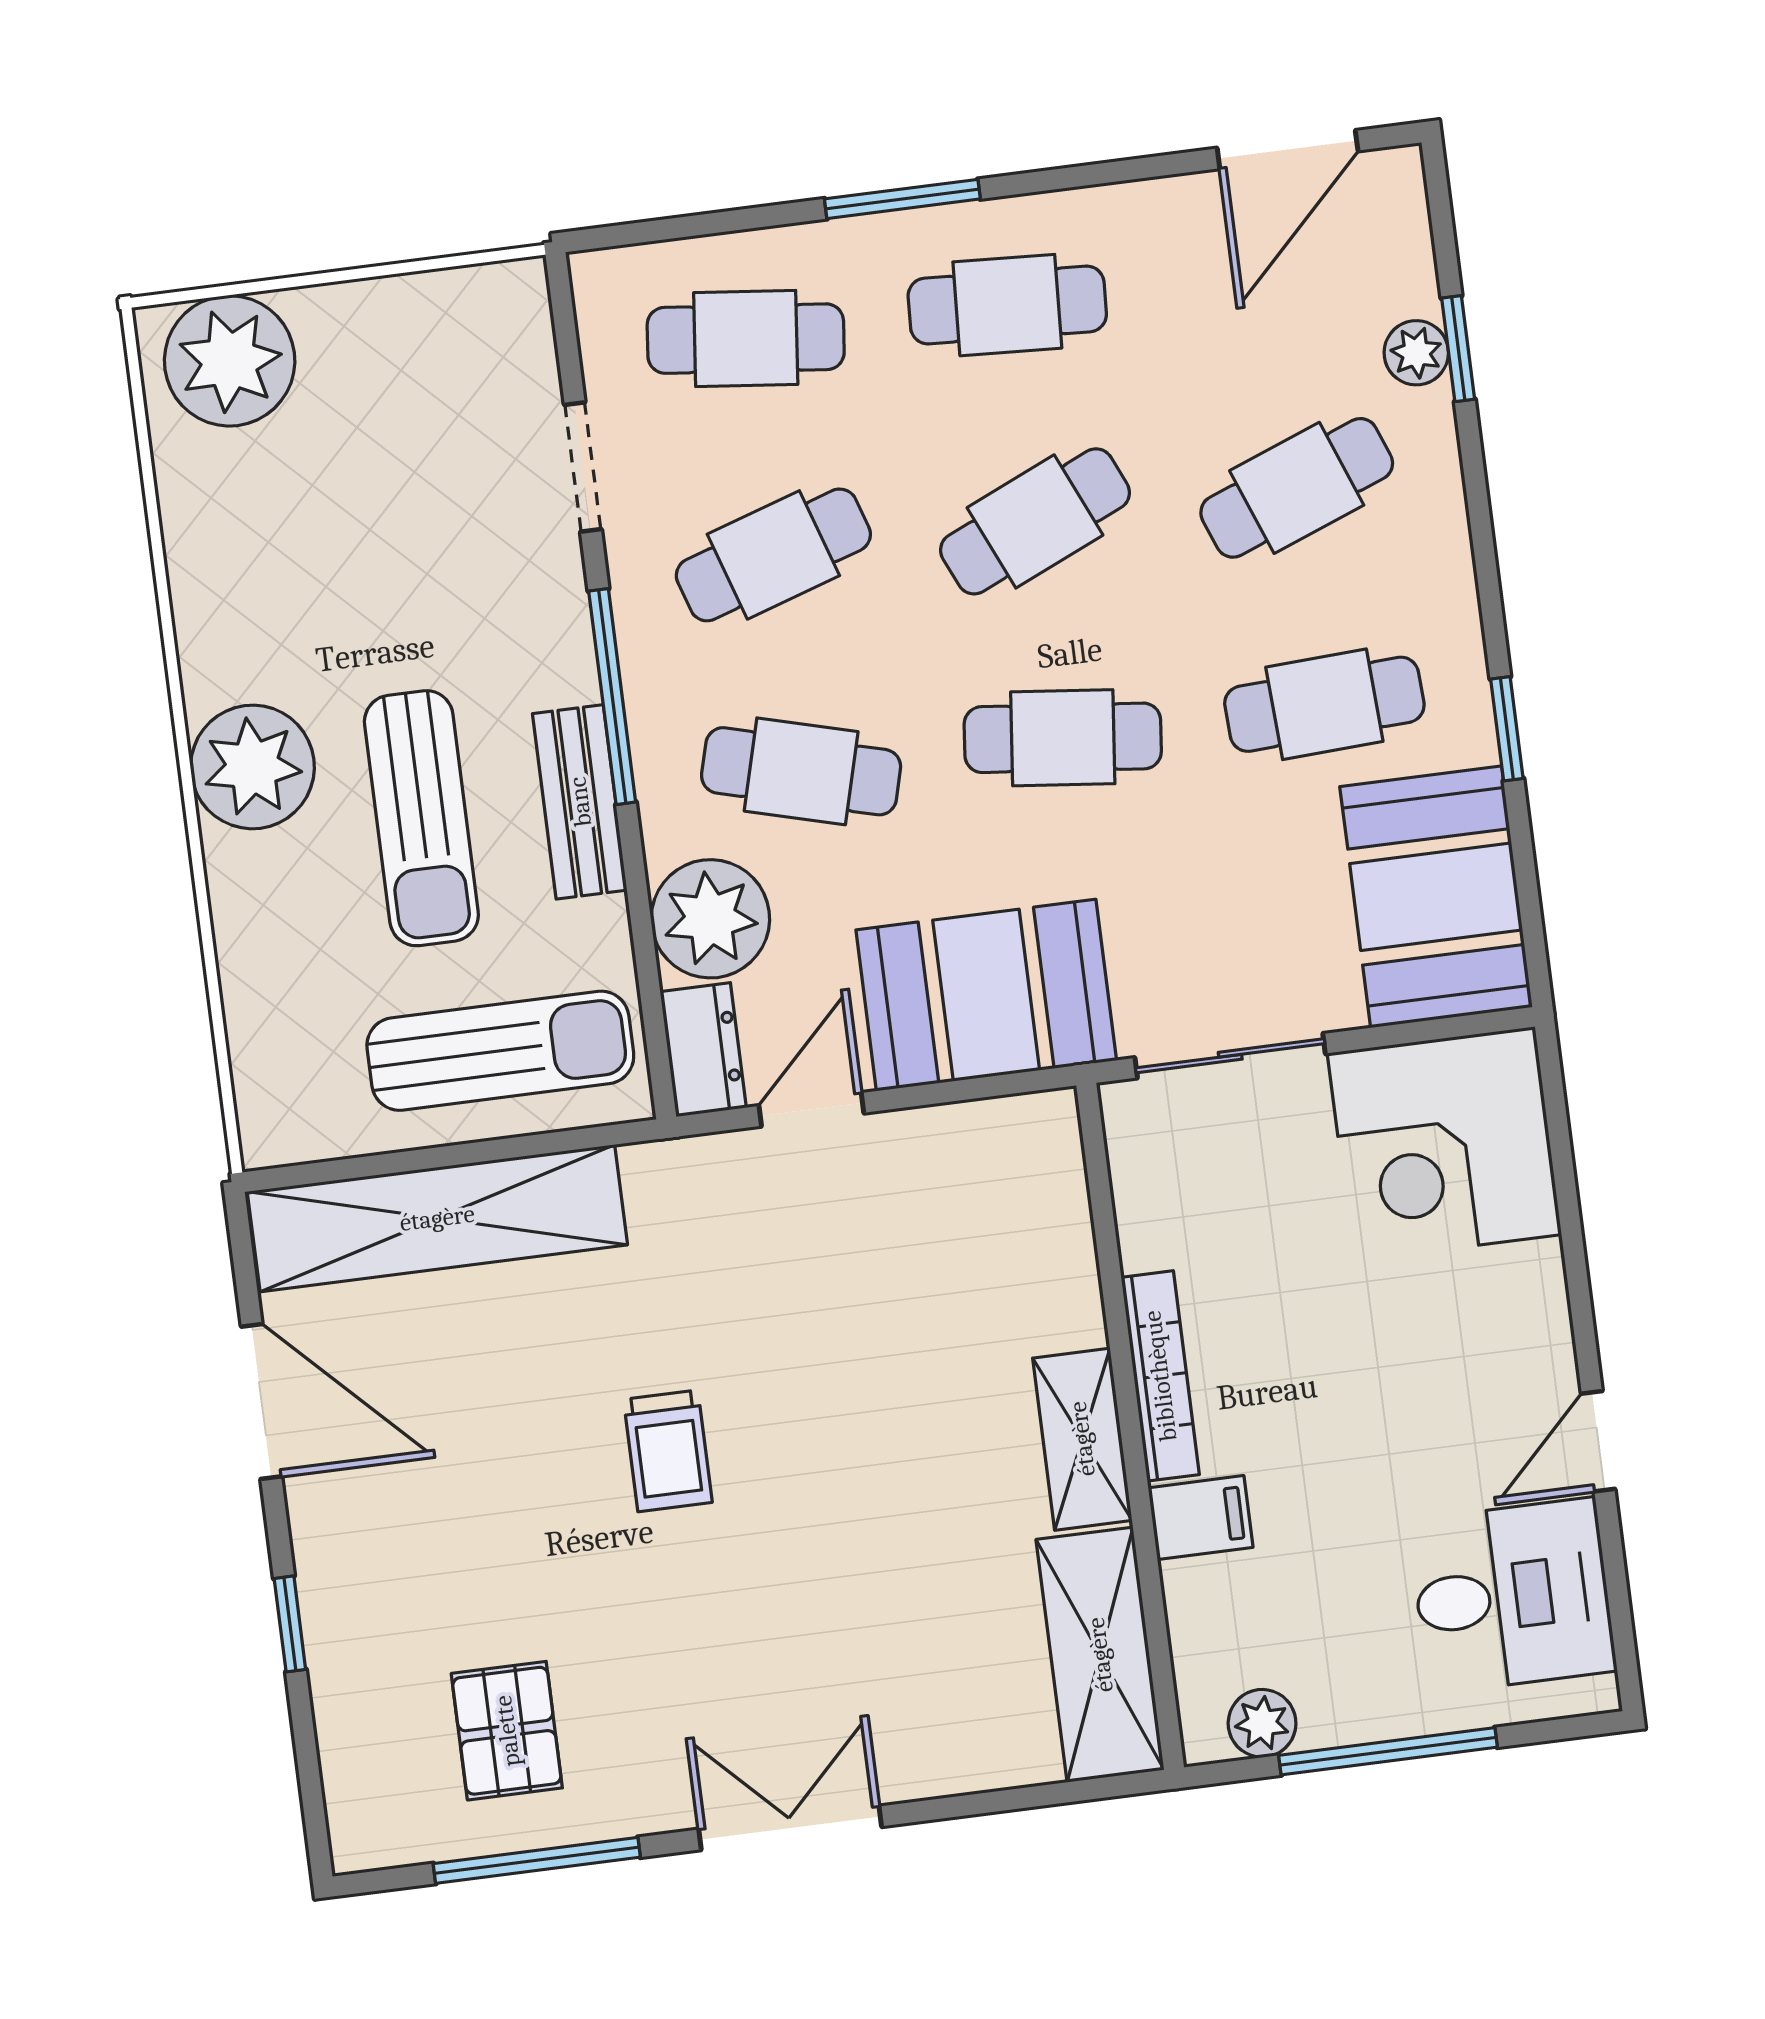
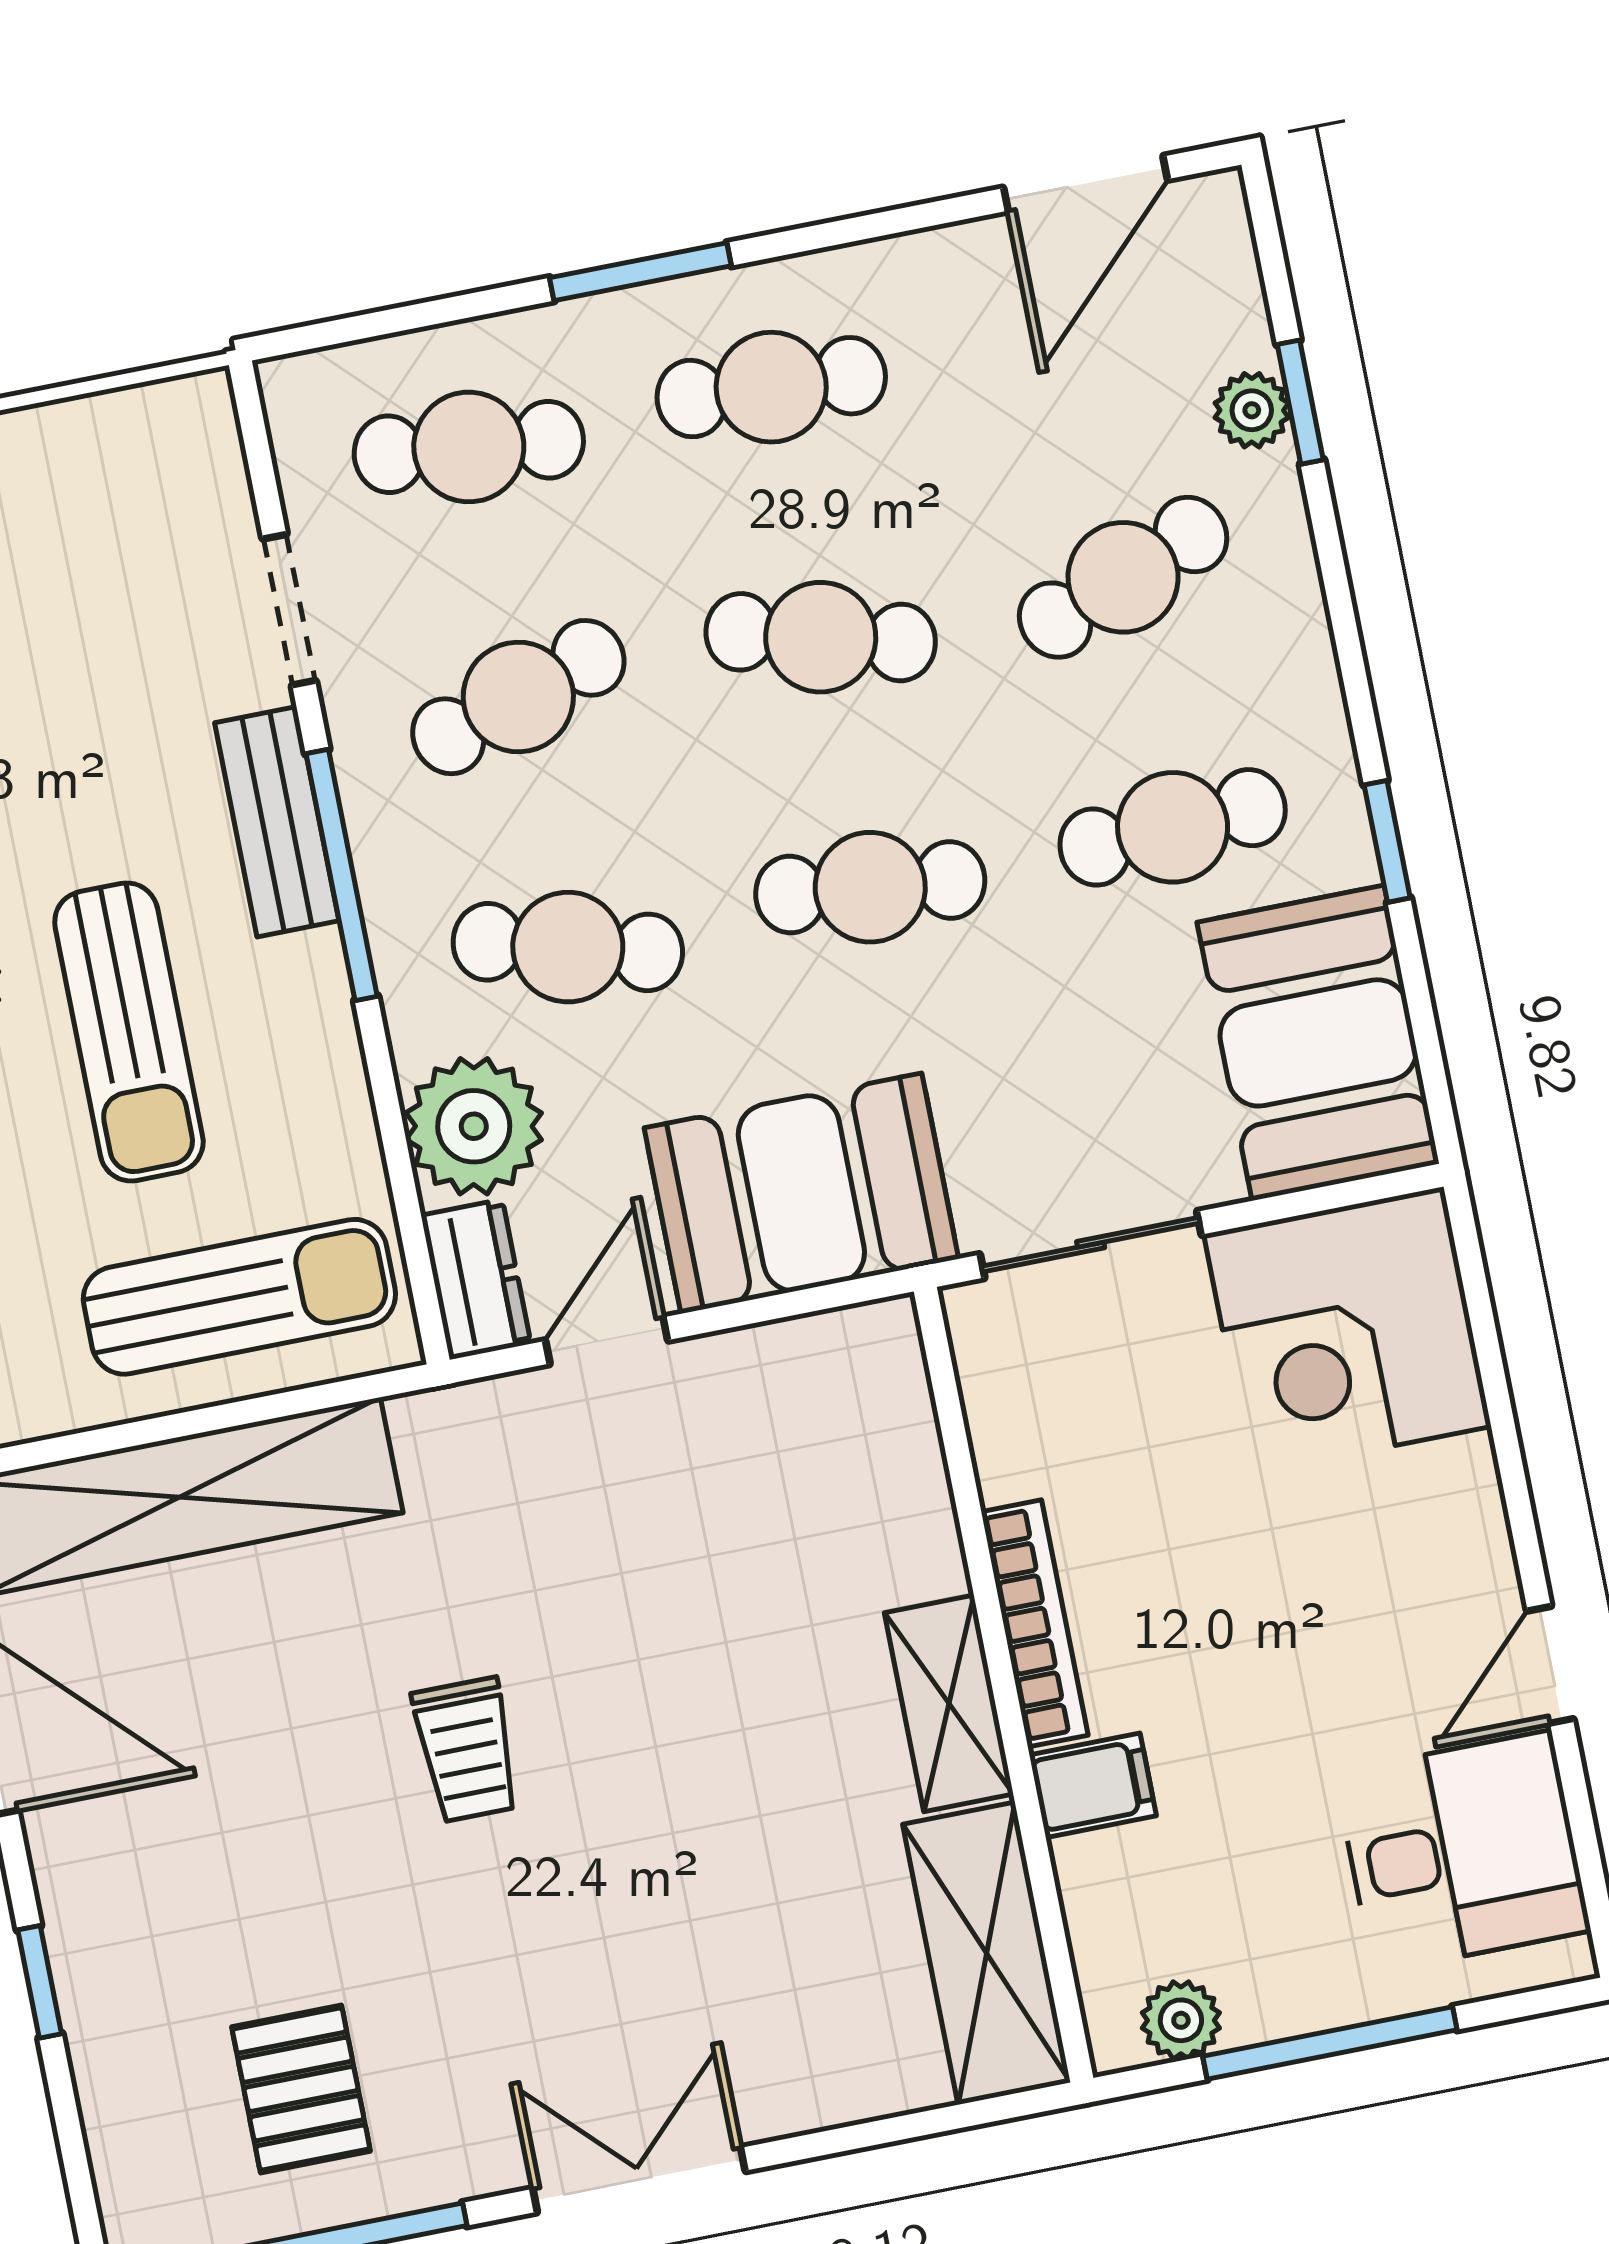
cafe table: (1035, 521) -> (821, 637), turned 39
bench: (580, 802) -> (277, 822), moved

